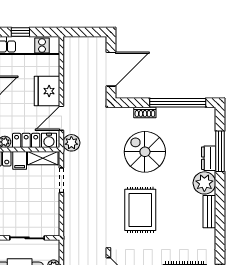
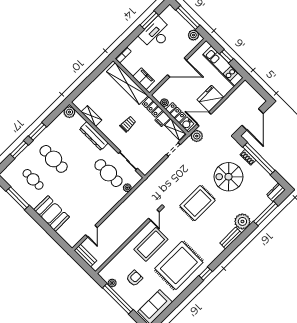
door: (111, 69) -> (253, 119), hinge flipped
window: (178, 103) -> (259, 159), moved
spiral stairs: (145, 152) -> (229, 177), turned -90
dresser: (209, 158) -> (276, 192), moved

